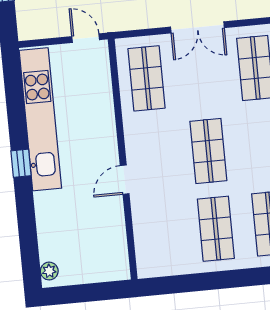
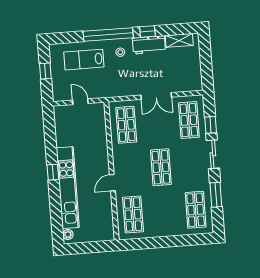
door: (86, 38) -> (80, 102), moved
kitchen unit: (40, 119) -> (68, 188), moved
shop shelf: (216, 229) -> (133, 214), moved

